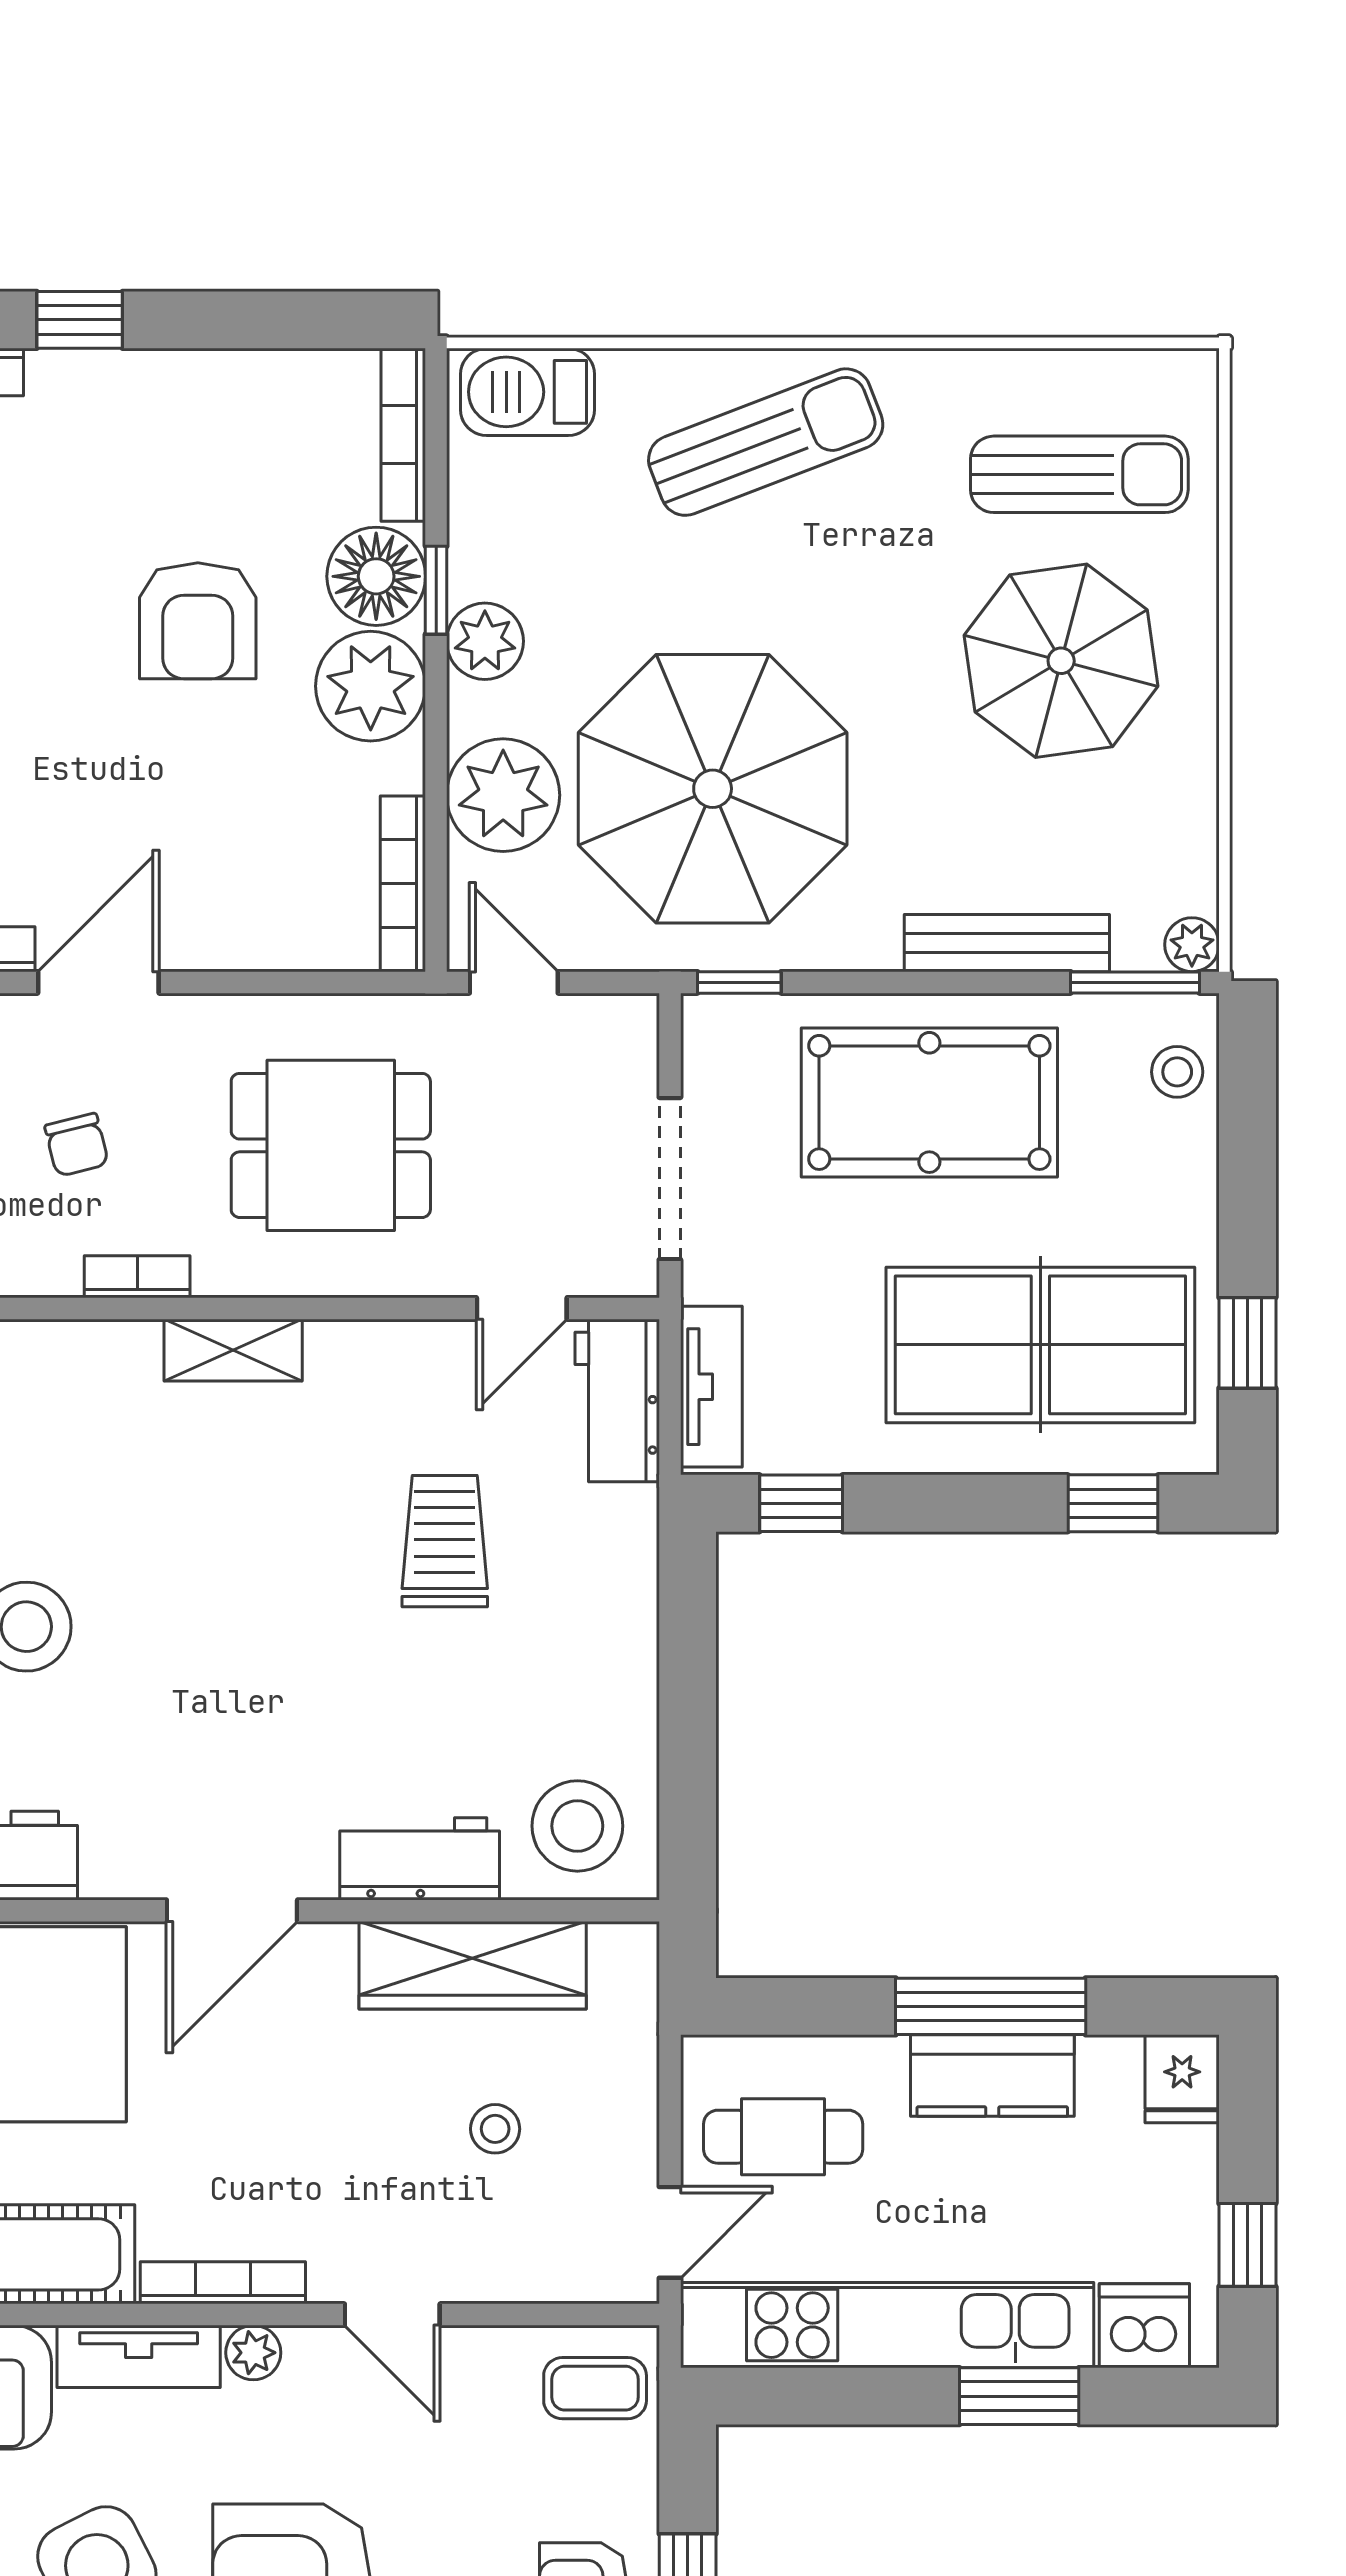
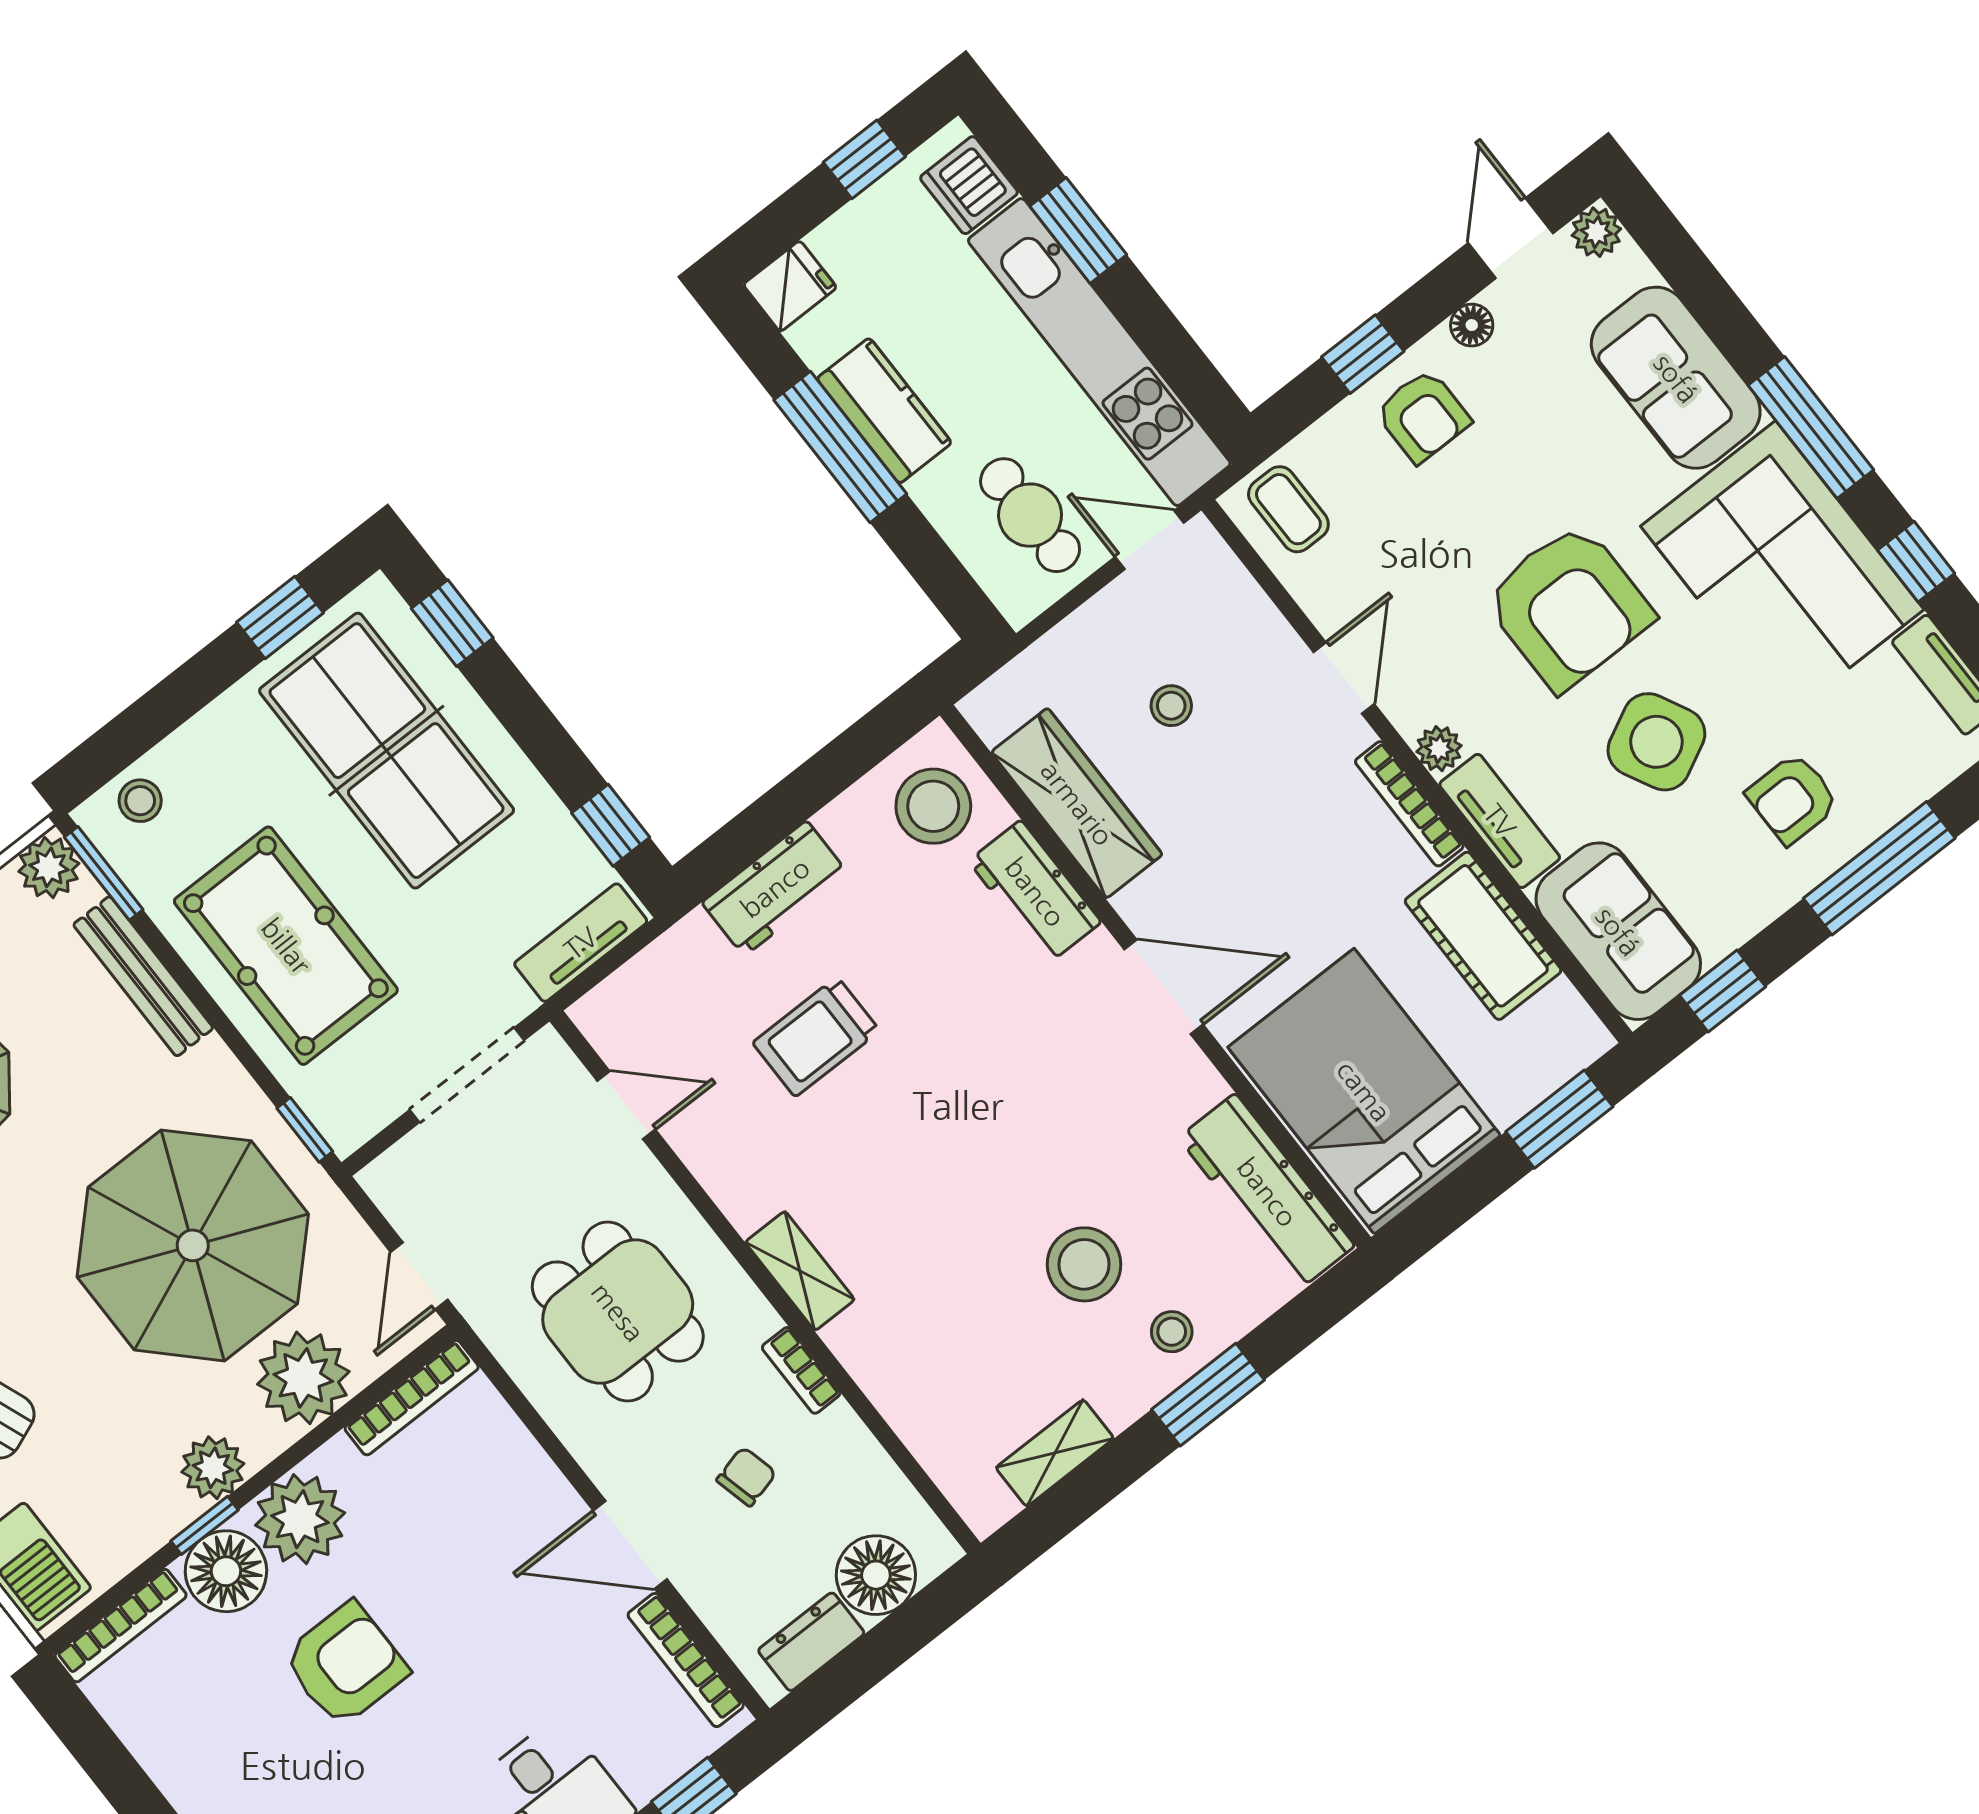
plant: (1192, 945) -> (49, 867), width x1.38, depth x1.38
workbench: (617, 1400) -> (775, 888), moved

